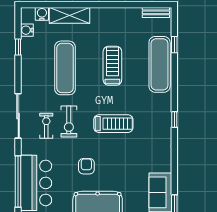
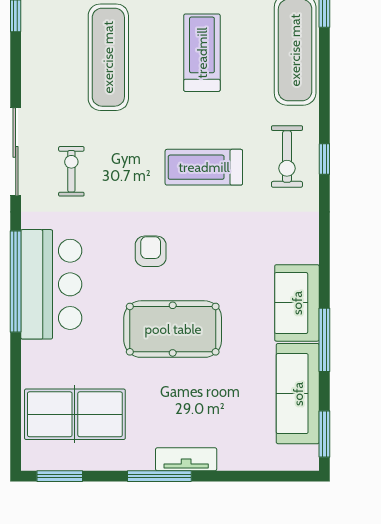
exercise bike: (69, 121) -> (287, 157), moved
treadmill: (113, 124) -> (204, 167), turned 180

